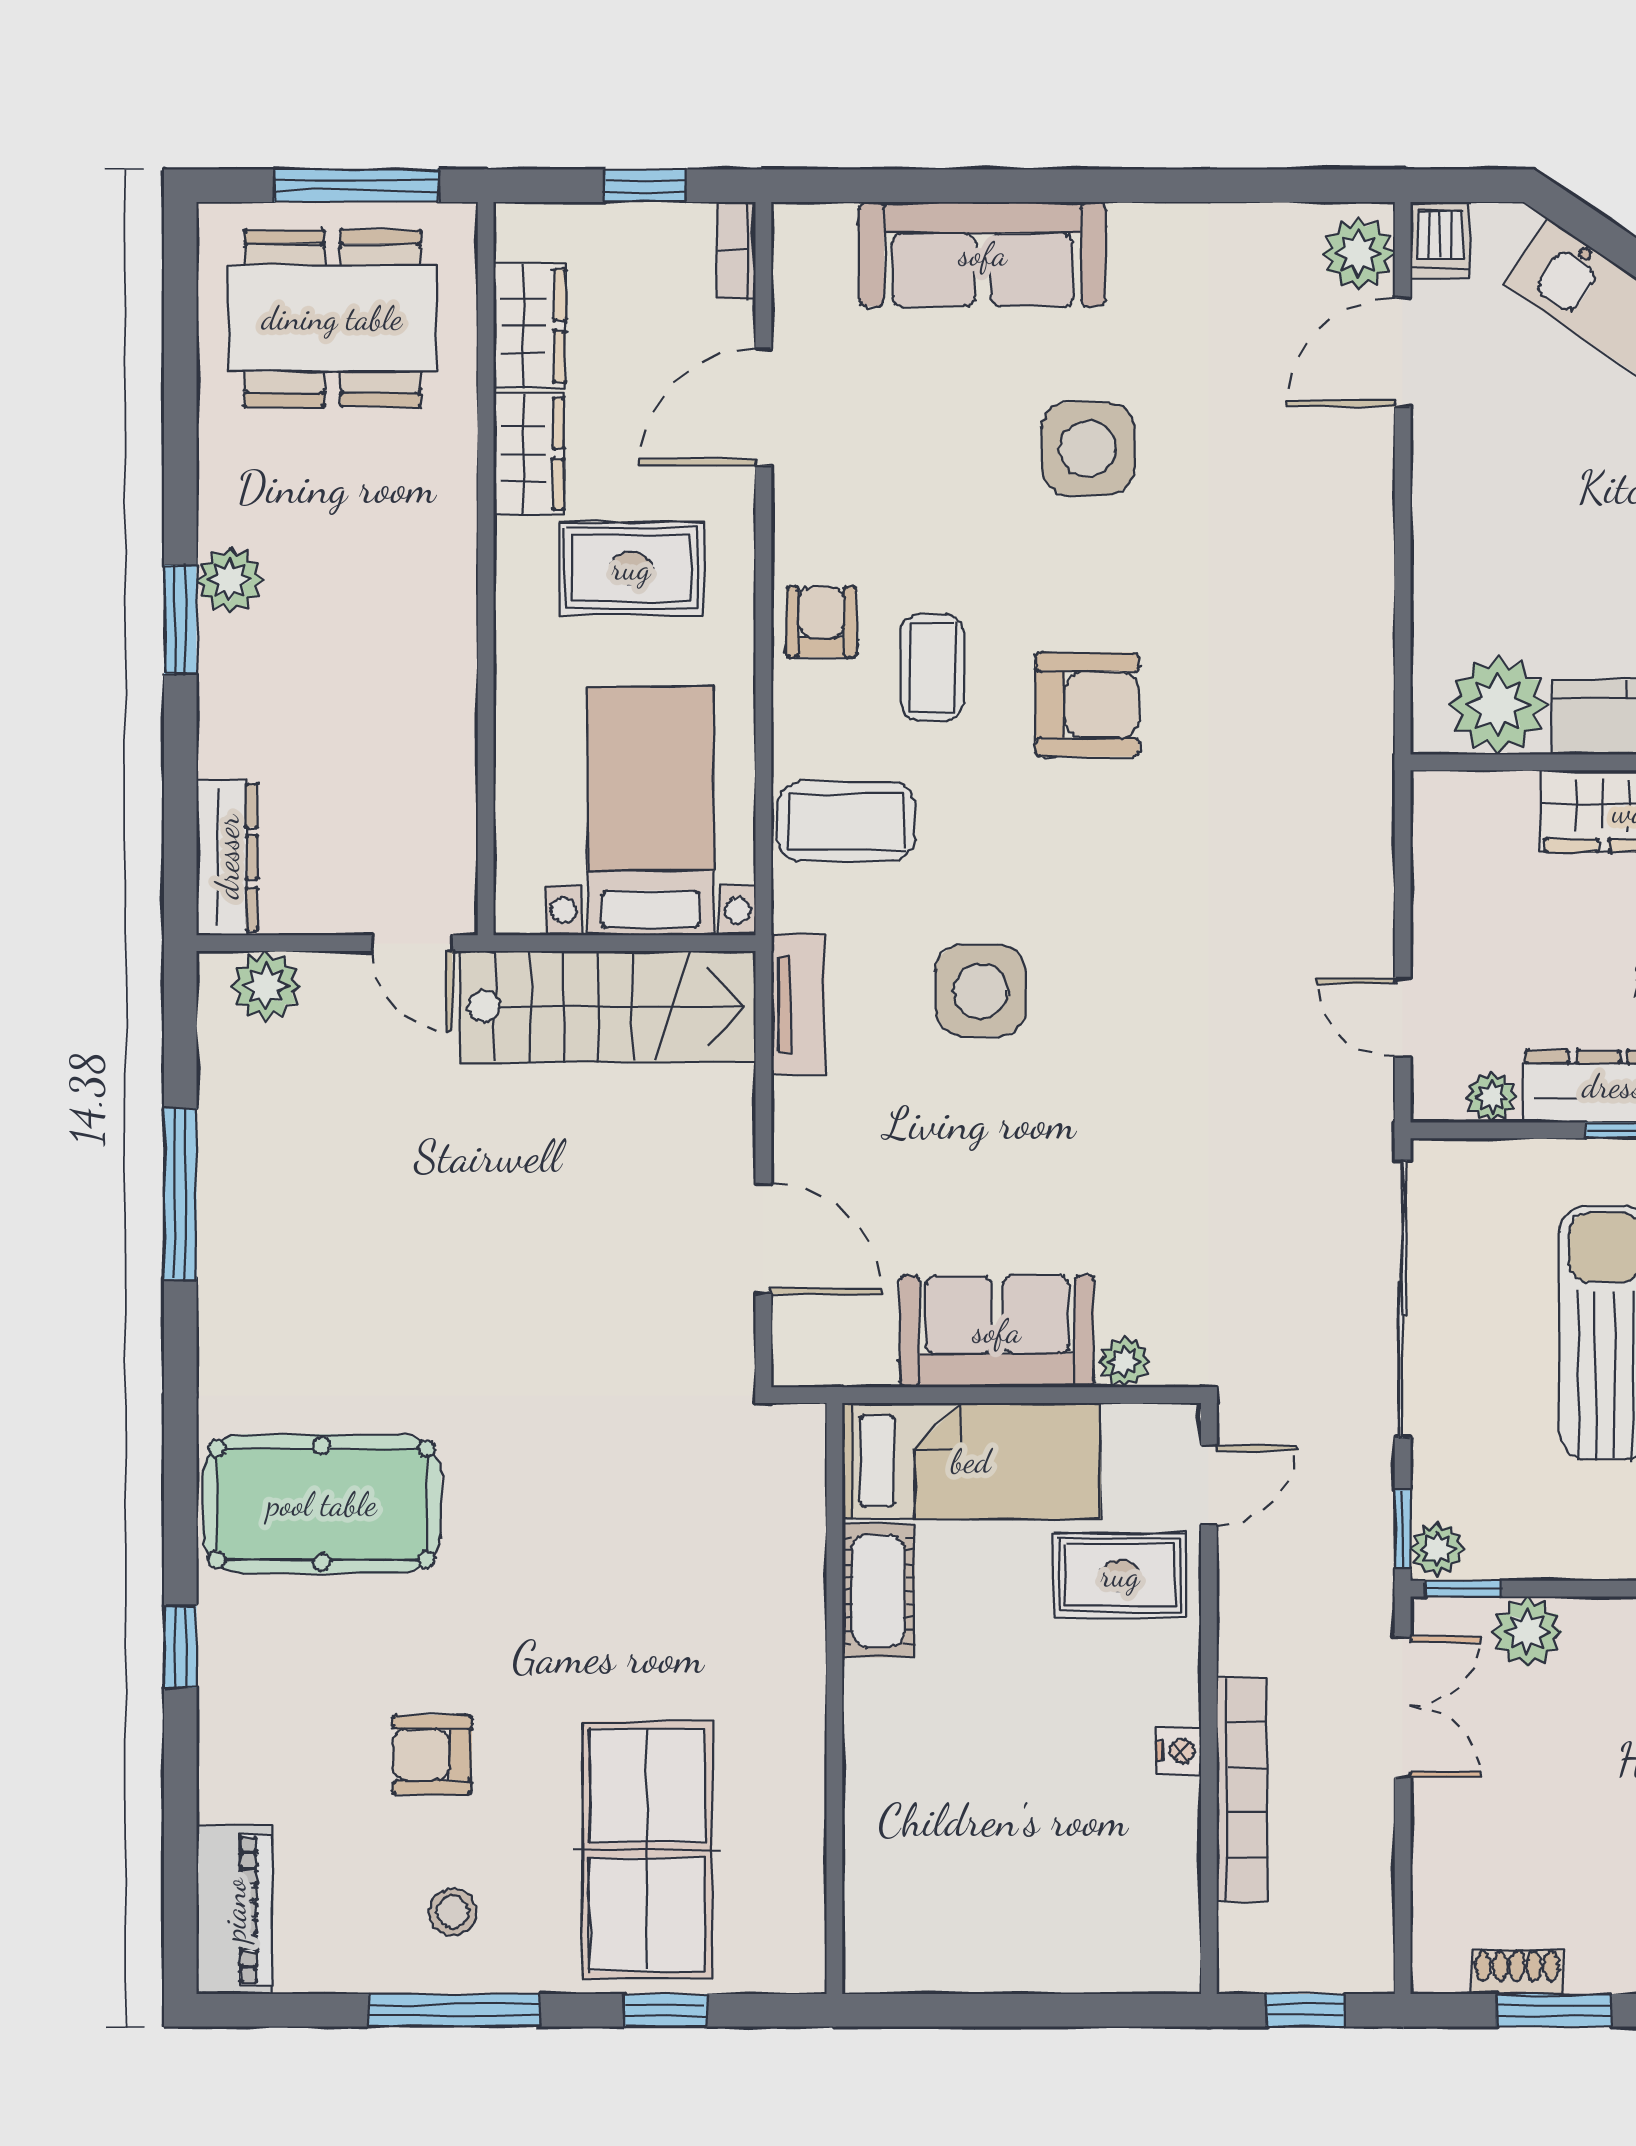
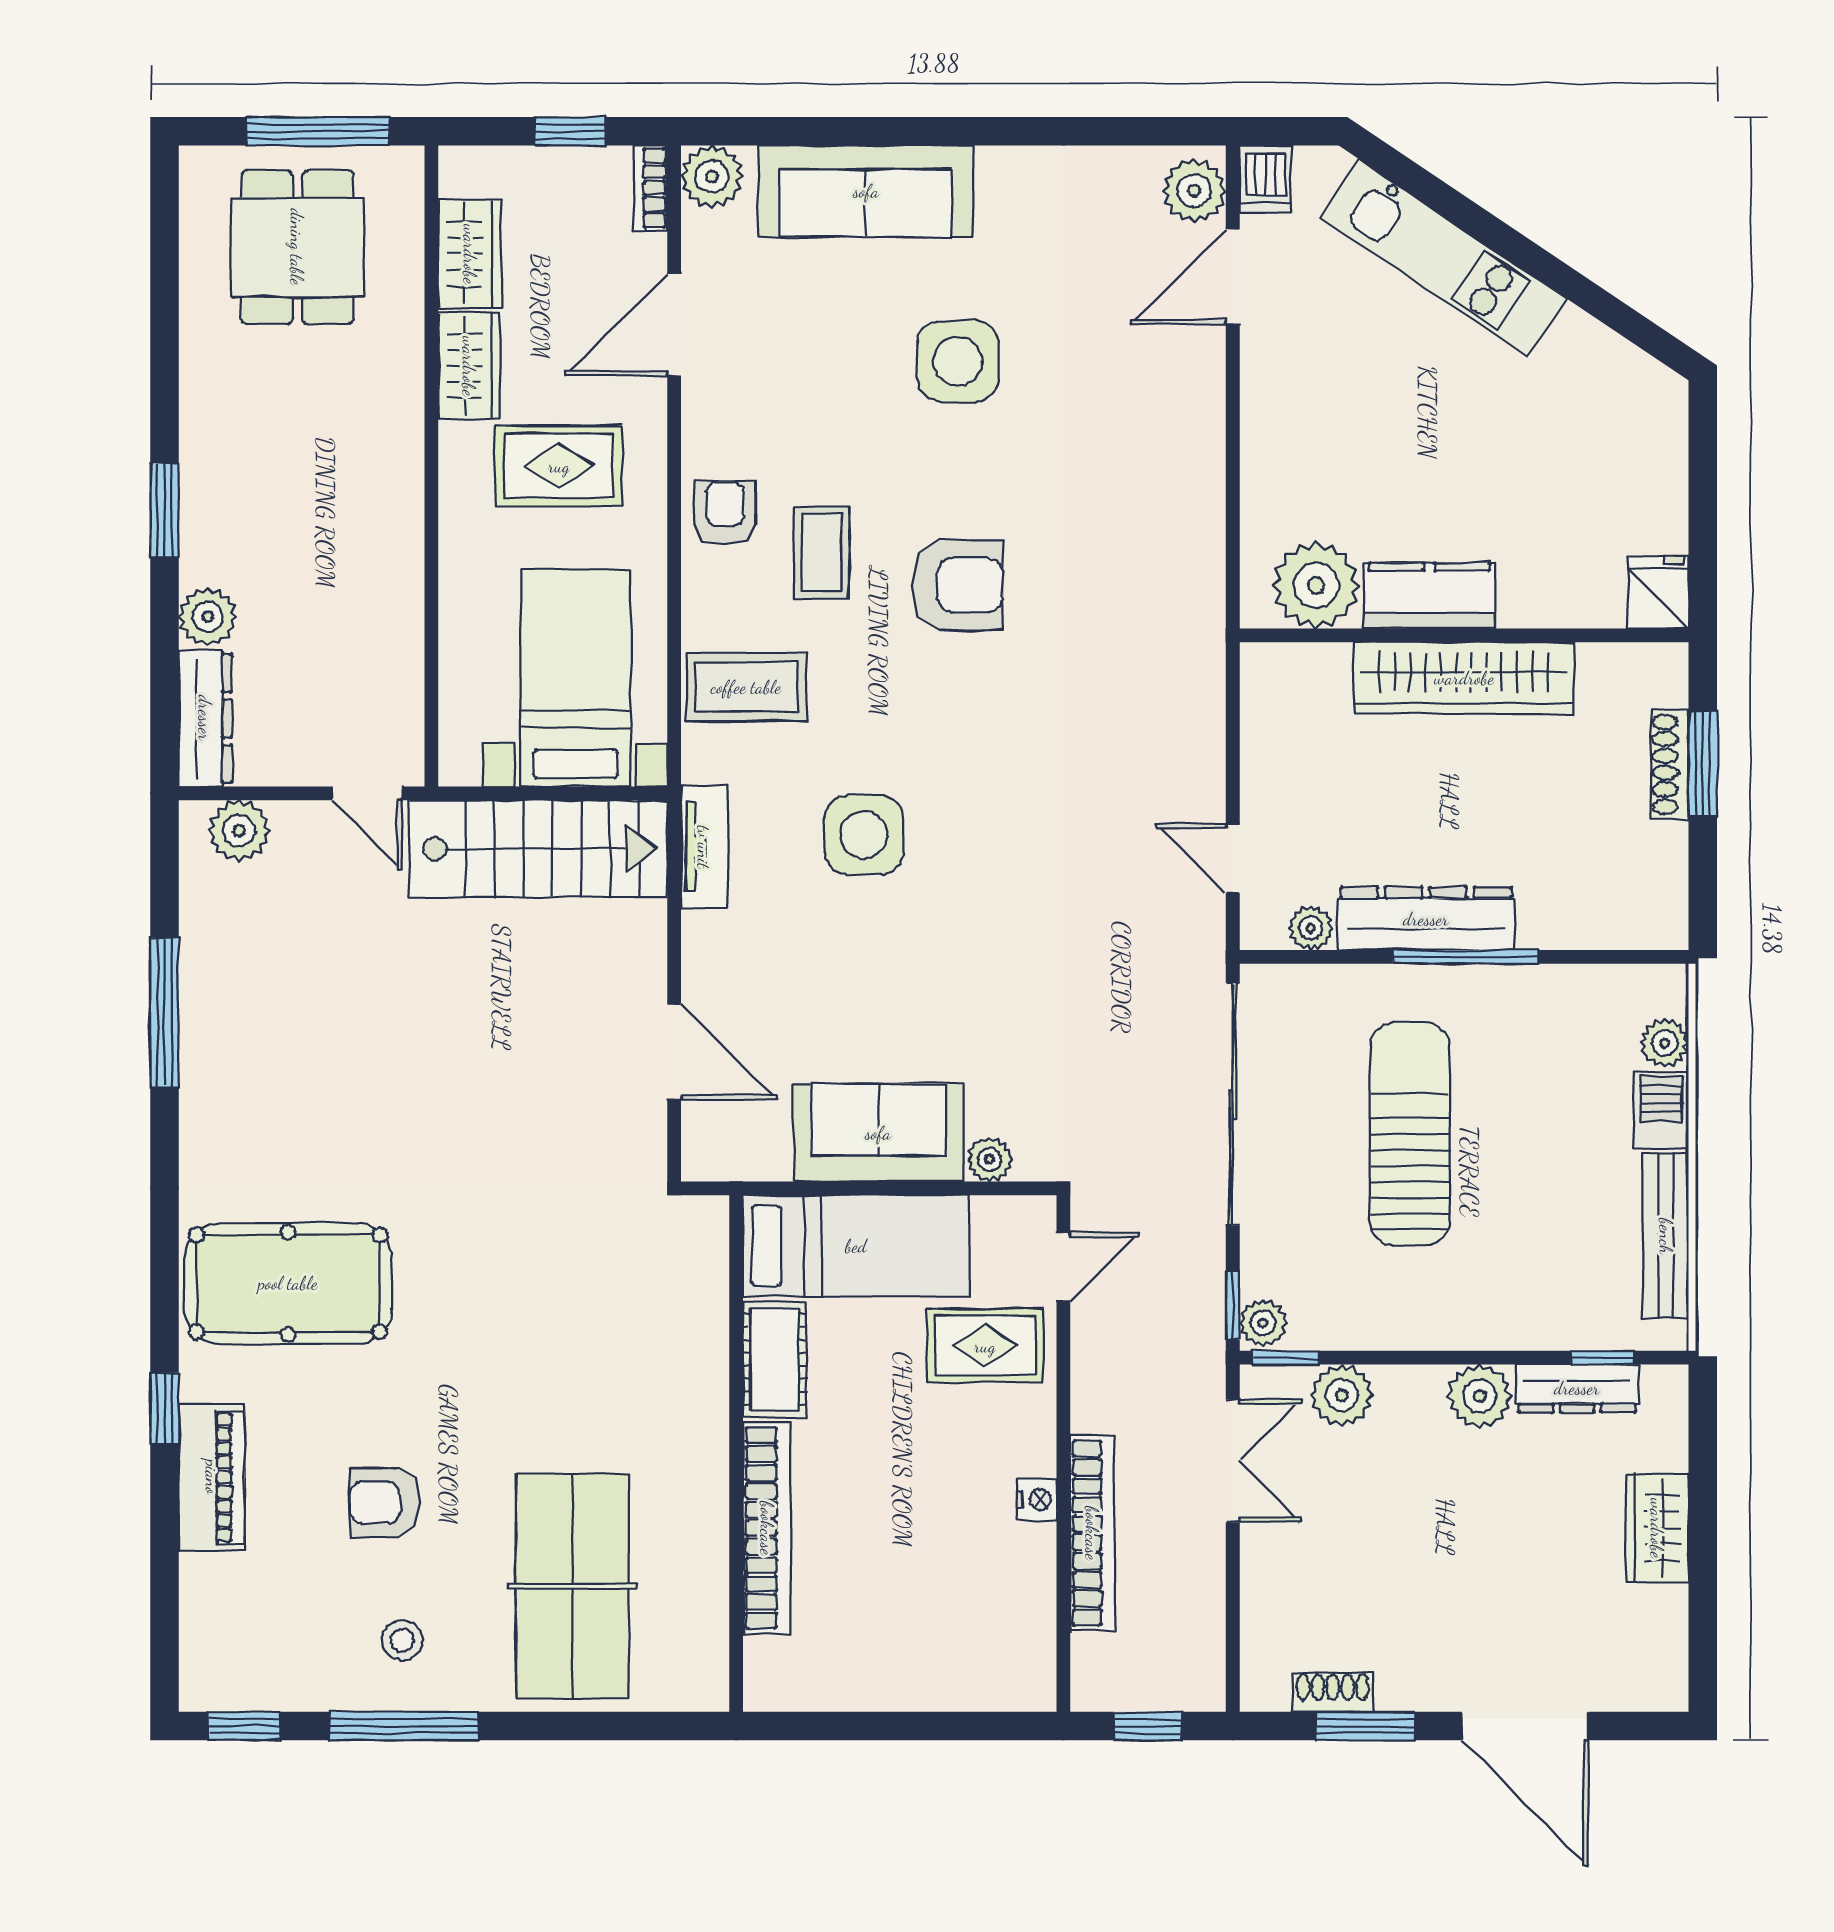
plant: (807, 237) -> (712, 177), added
dining table: (332, 318) -> (297, 247), width x0.73
plant: (230, 580) -> (208, 617), moved
bookcase: (870, 1784) -> (767, 1528), added
piano: (234, 1910) -> (212, 1477), moved
window: (665, 2010) -> (244, 1726), moved

